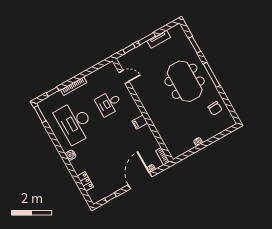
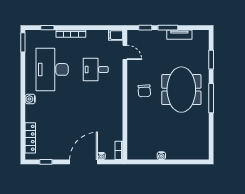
chair: (215, 108) -> (144, 91), moved
filing cabinet: (140, 122) -> (116, 35), moved
locker: (85, 181) -> (30, 138), width x1.53

